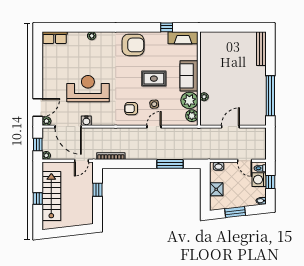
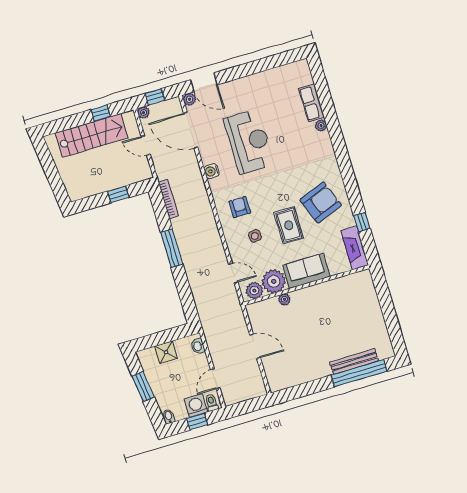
row of seats: (55, 38) -> (311, 103), moved
armchair: (133, 45) -> (321, 202), moved, turned -111
bench: (261, 49) -> (354, 362), moved
window: (270, 96) -> (359, 373), moved
water cooler: (86, 121) -> (212, 171), moved
door: (68, 127) -> (191, 130), hinge flipped
door: (154, 127) -> (233, 273), moved
door: (82, 161) -> (146, 145), moved
window: (170, 164) -> (172, 248), moved
window: (38, 198) -> (101, 113), moved

